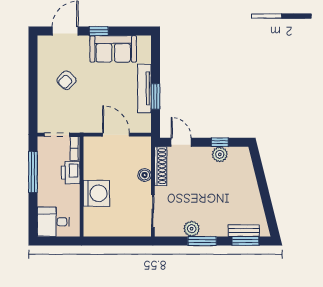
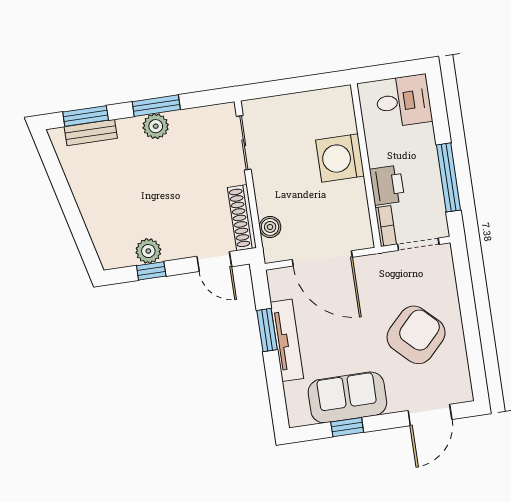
window: (99, 31) -> (347, 427), moved
armchair: (66, 80) -> (416, 335), width x1.88, depth x1.88
door: (116, 135) -> (322, 258), width x1.36
boiler: (145, 175) -> (270, 227), moved
plant: (192, 229) -> (156, 126), moved

